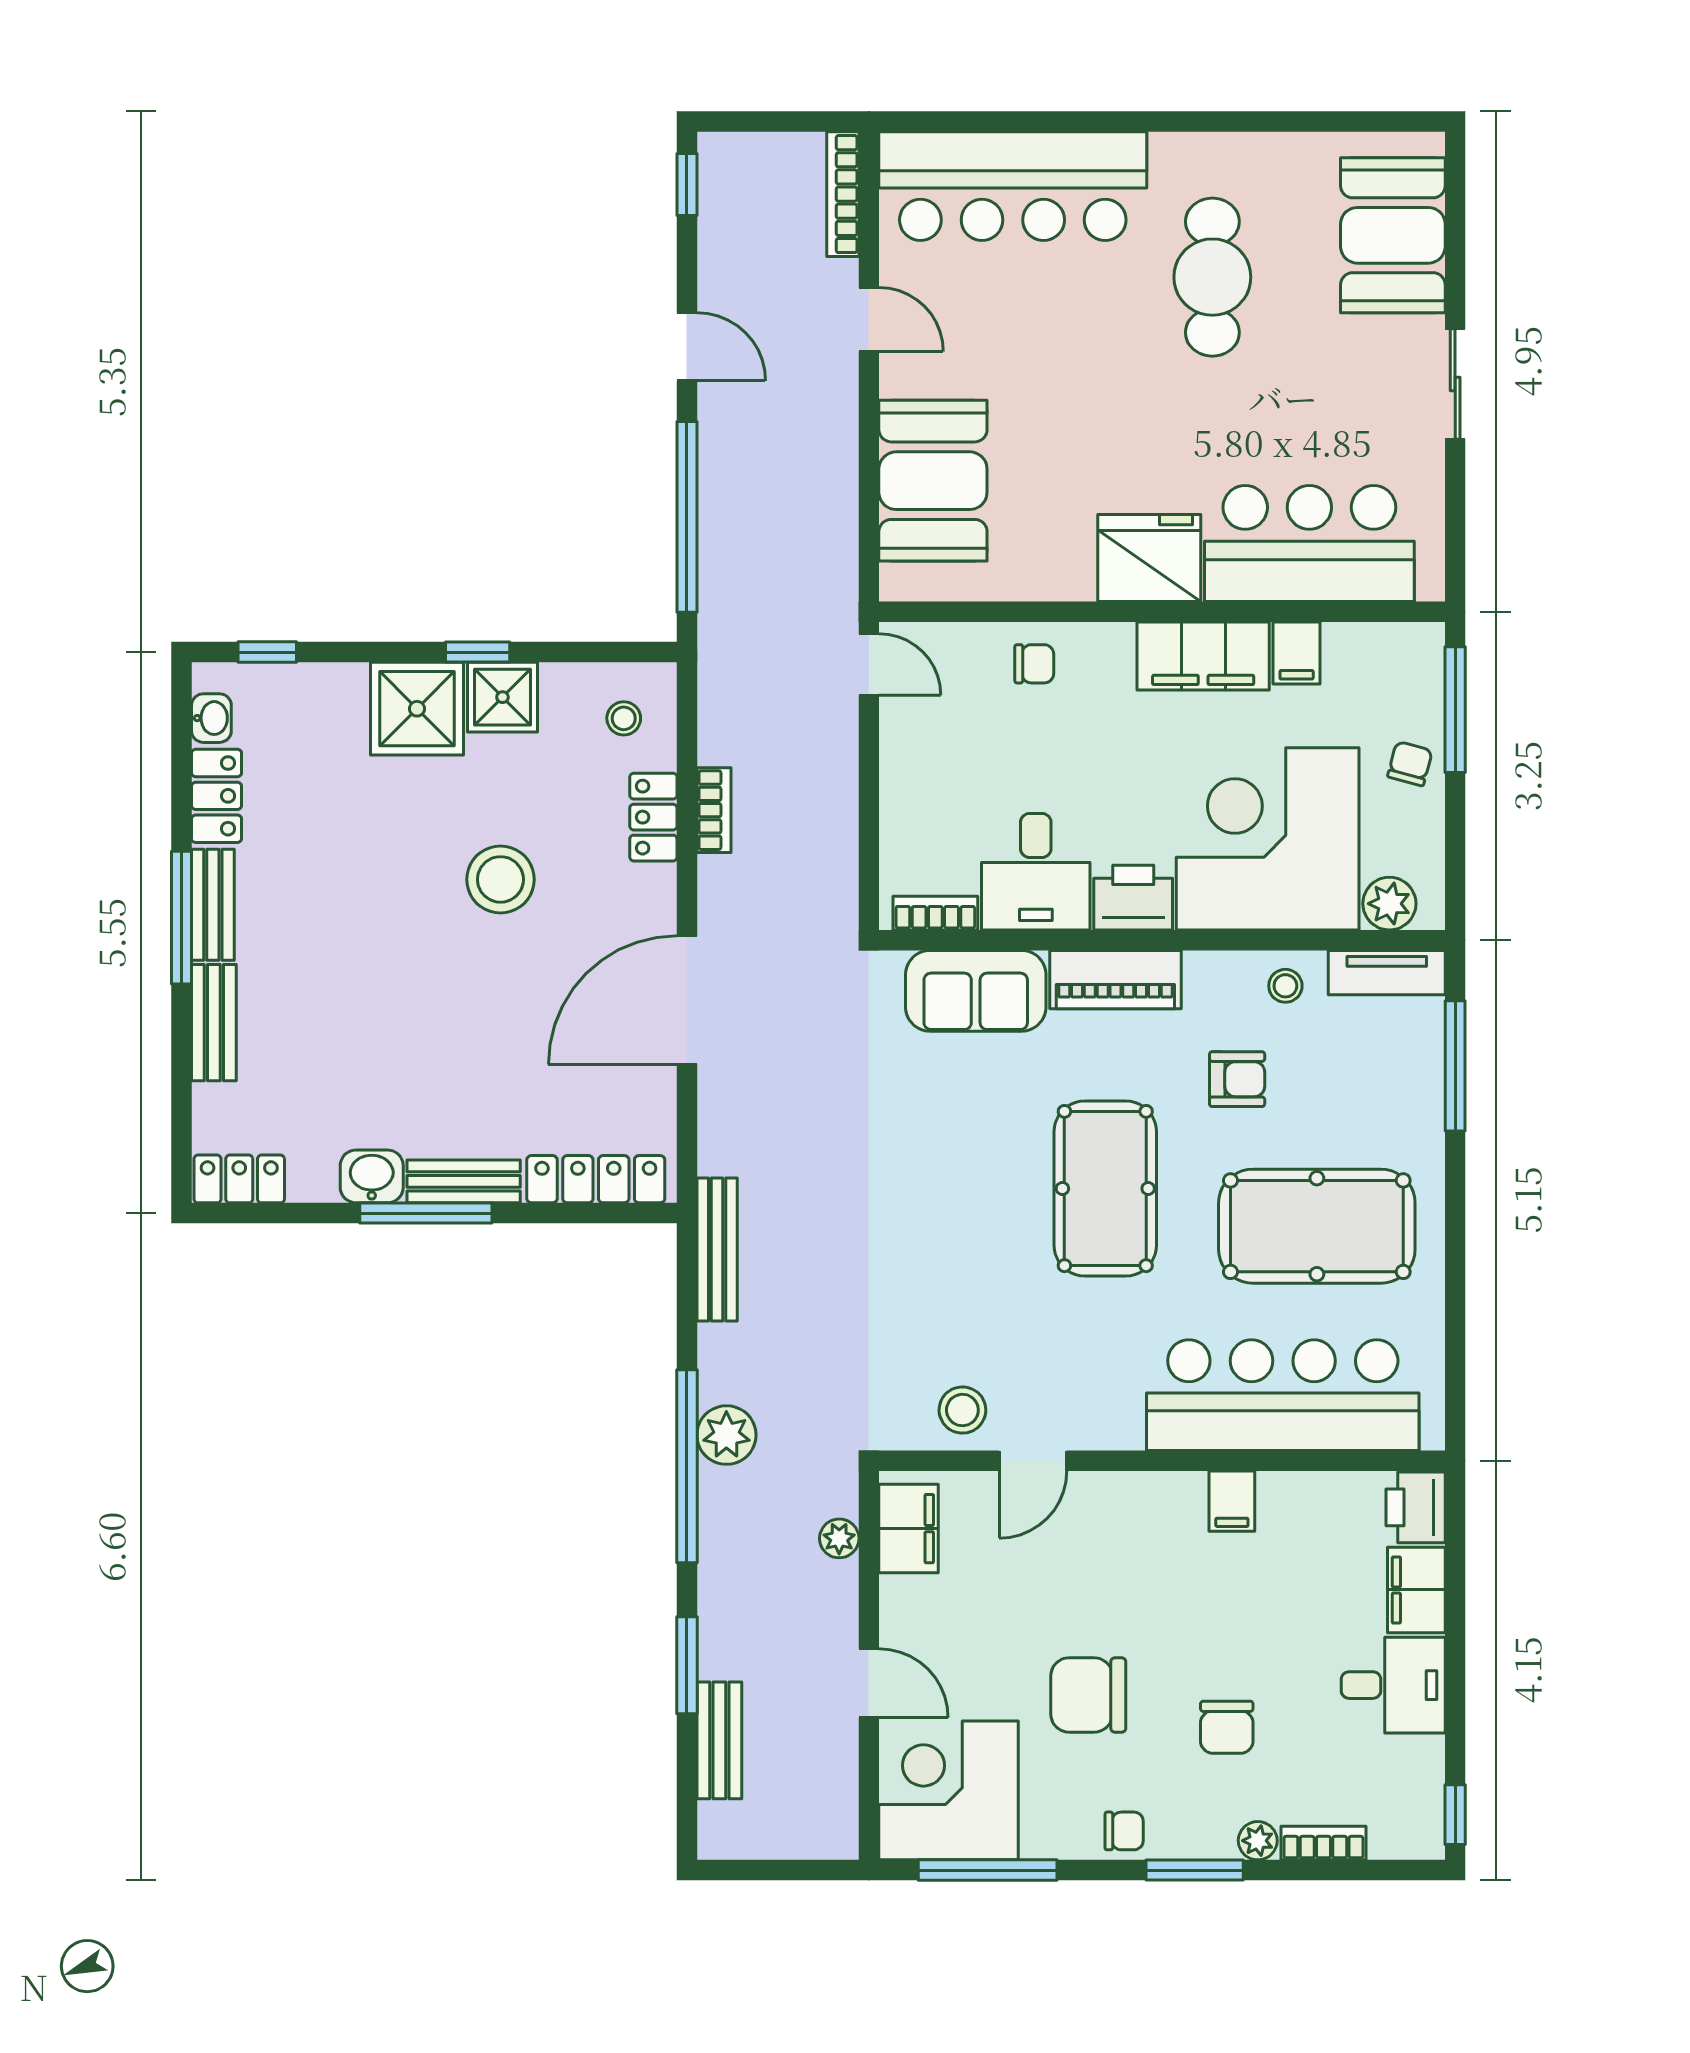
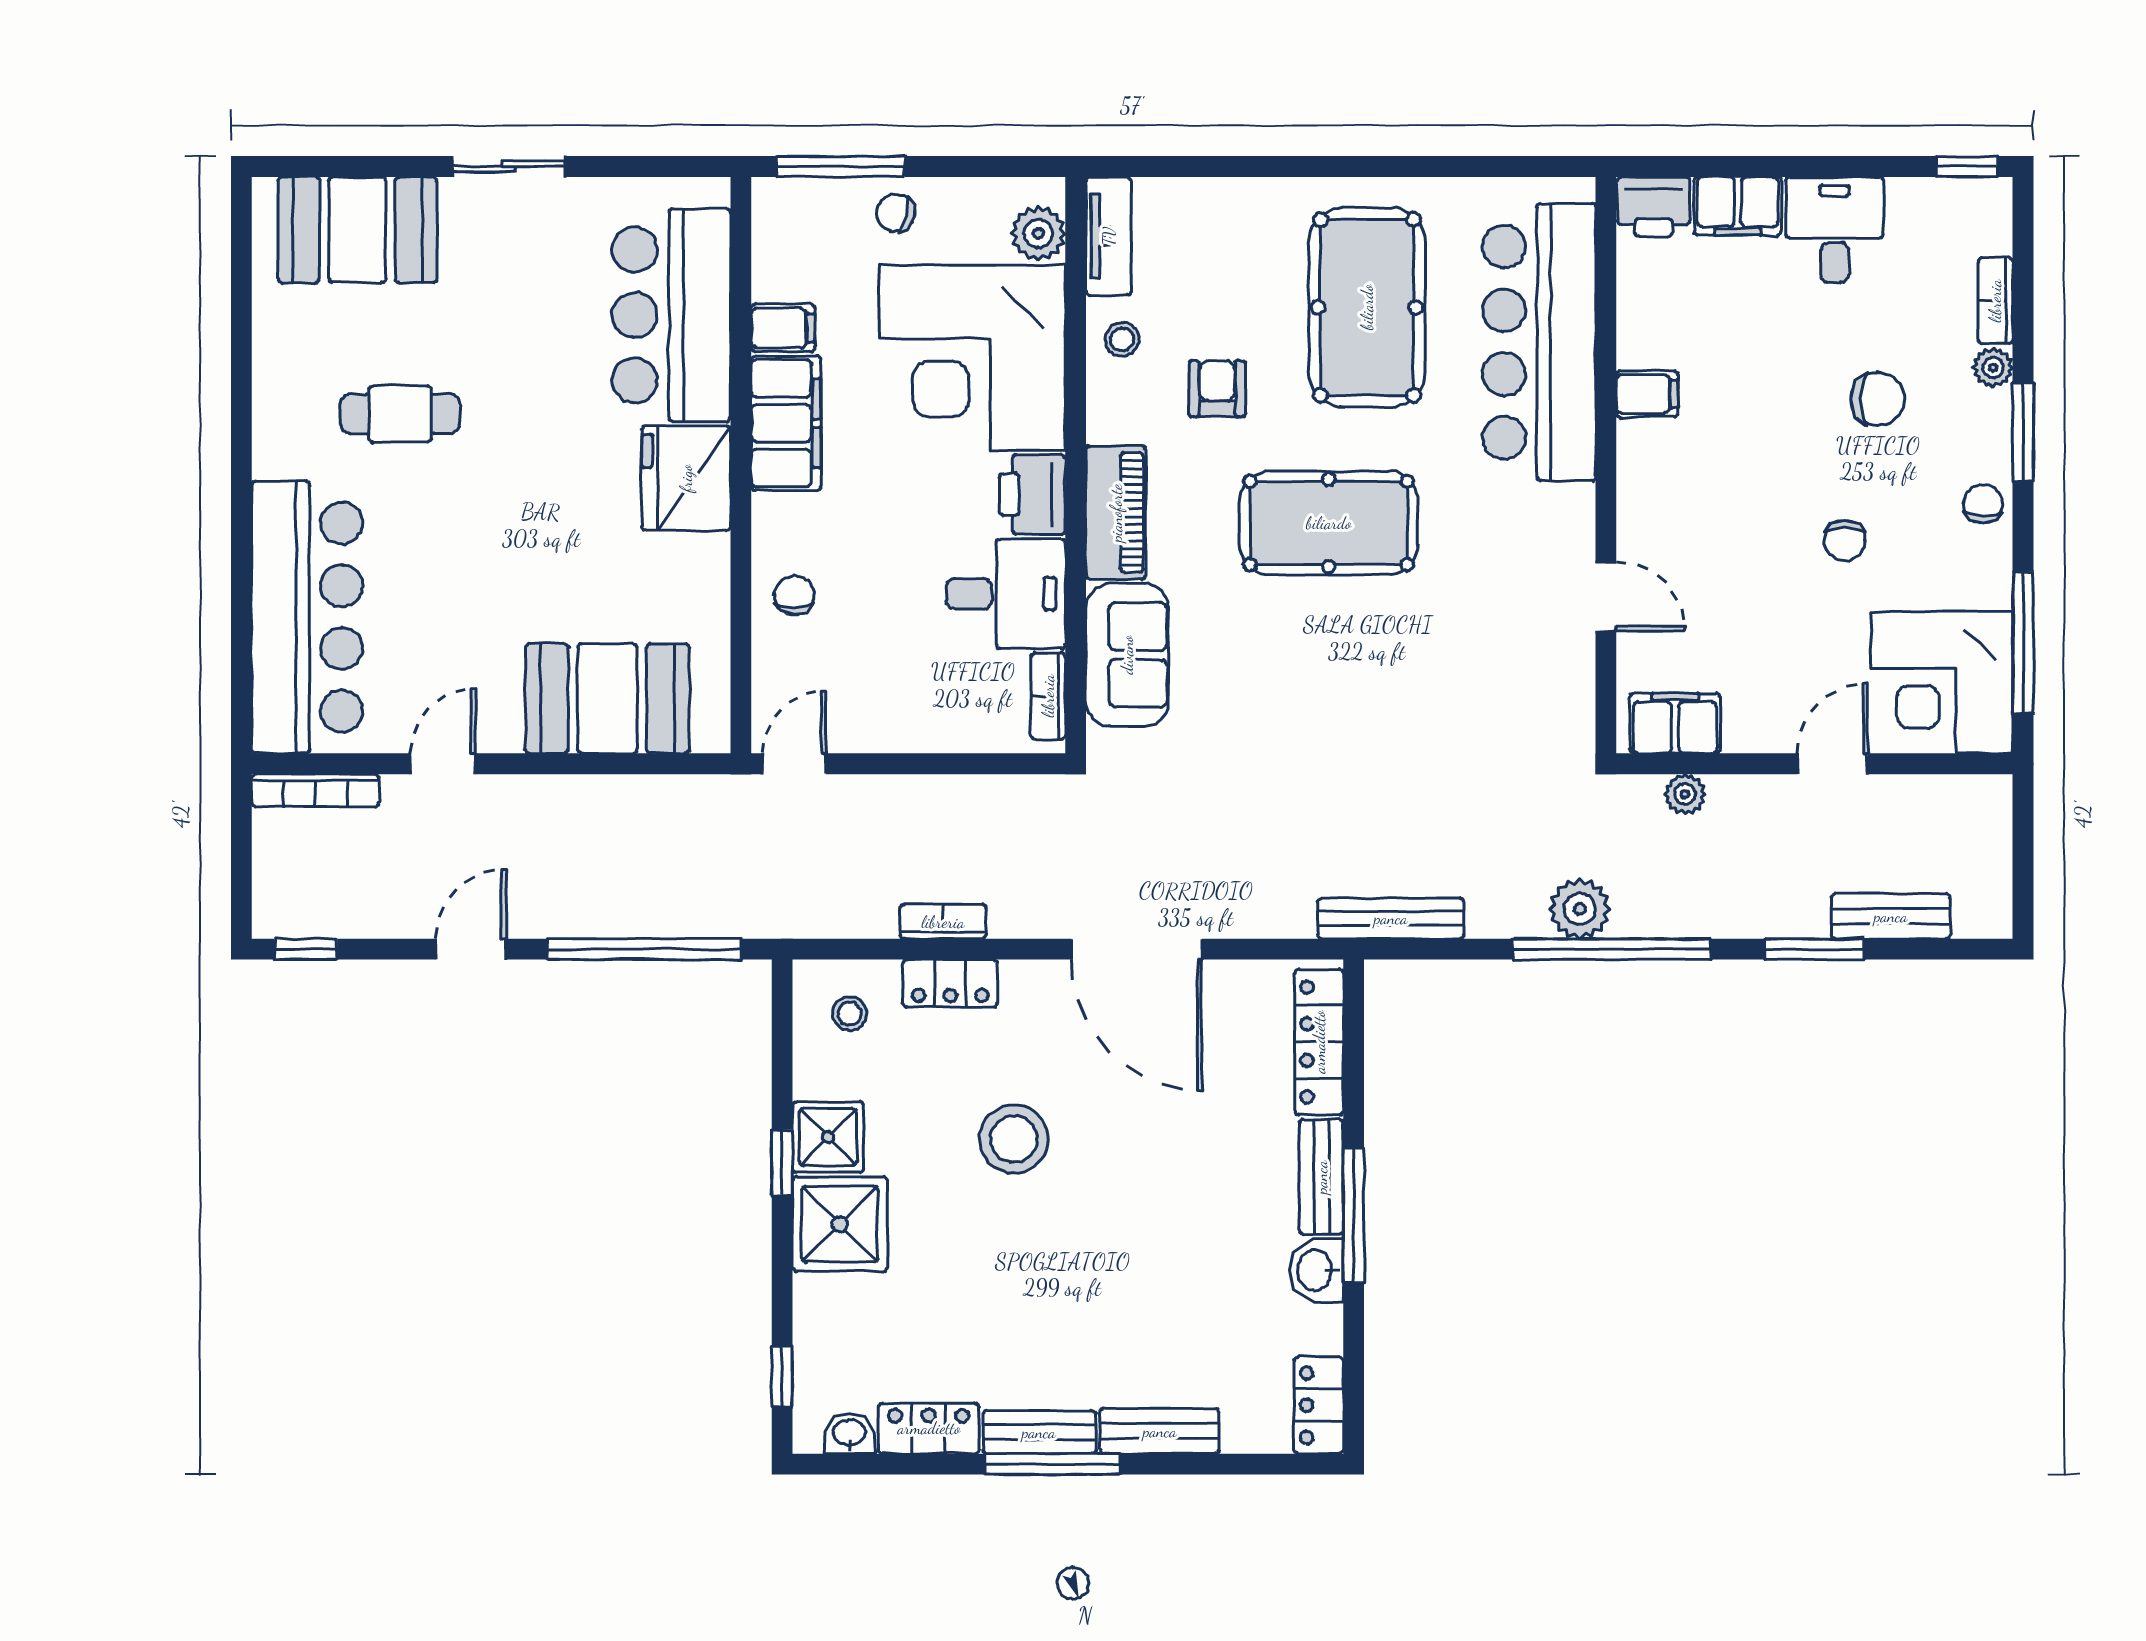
cafe table: (1212, 277) -> (400, 414), width x0.73, depth x0.74
window: (1455, 1066) -> (1204, 167), removed
stool: (962, 1410) -> (1554, 668), removed
chair: (1088, 1695) -> (1845, 540), width x0.54, depth x0.54

